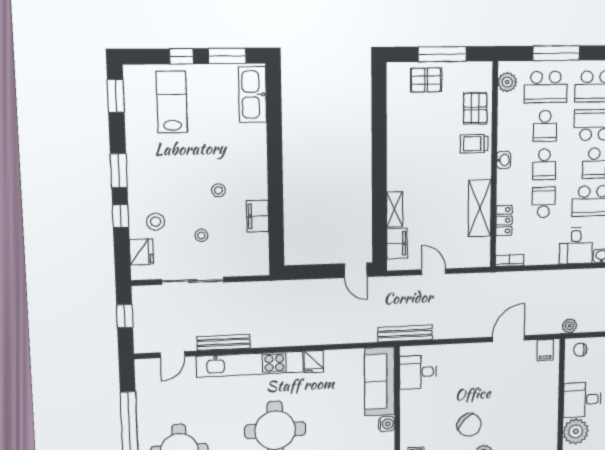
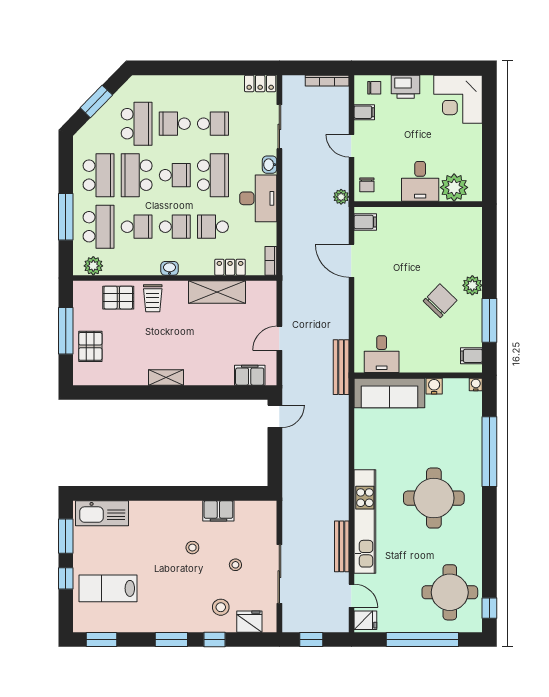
shelving: (395, 209) -> (166, 377), moved
desk: (576, 246) -> (258, 198), width x1.37
fridge: (314, 362) -> (365, 620), moved

